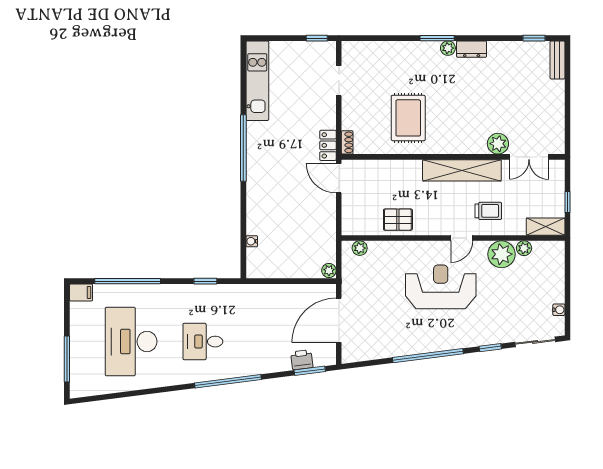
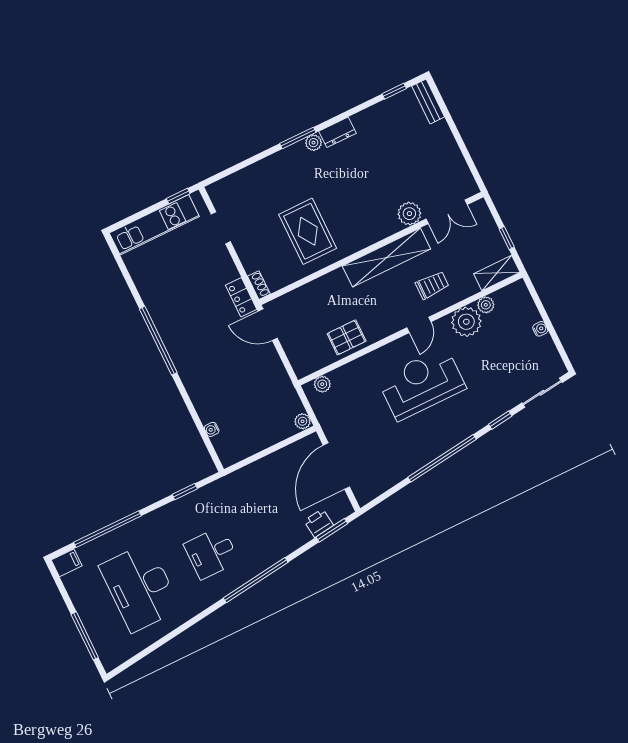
kitchen unit: (257, 81) -> (154, 225), moved, turned 90
water cooler: (559, 310) -> (540, 329), moved

